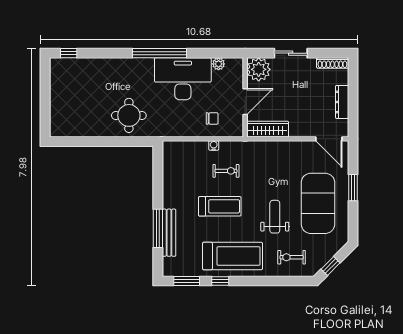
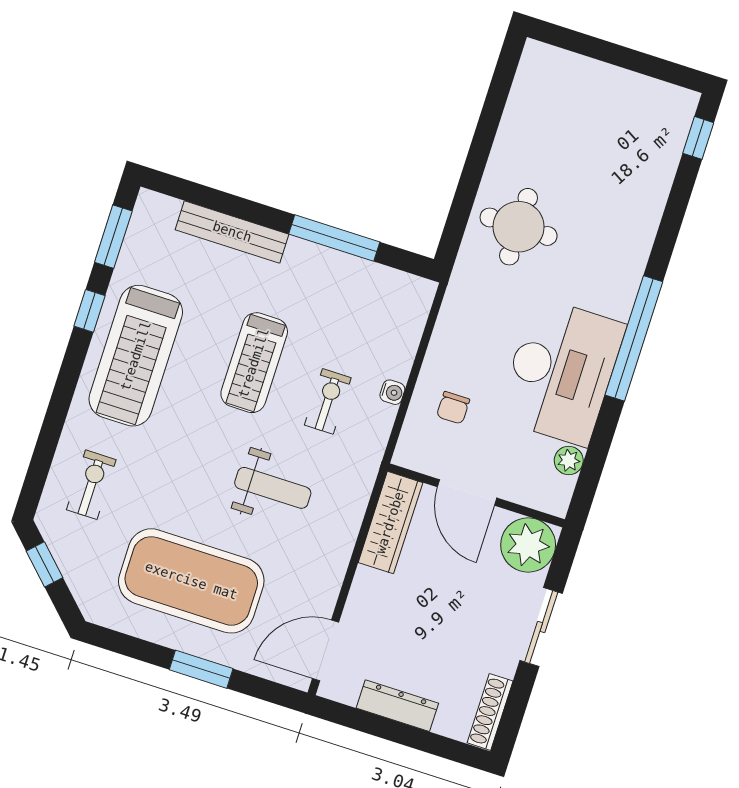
exercise bike: (226, 171) -> (328, 401), turned 180
weight bench: (275, 217) -> (273, 488), moved
window: (158, 228) -> (334, 238), moved

